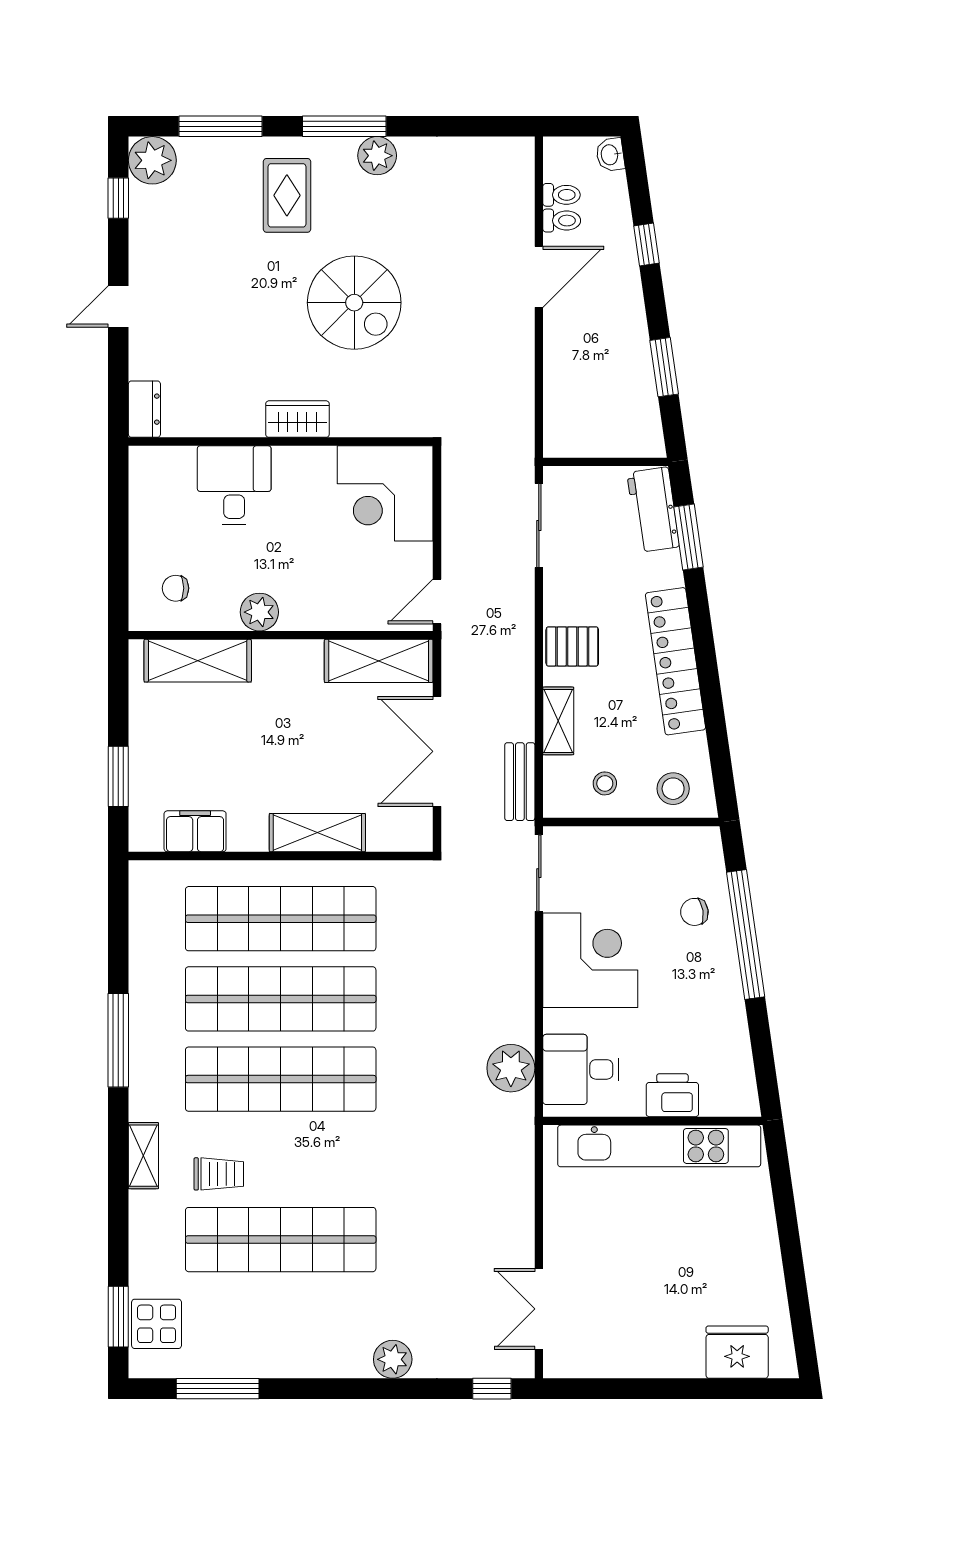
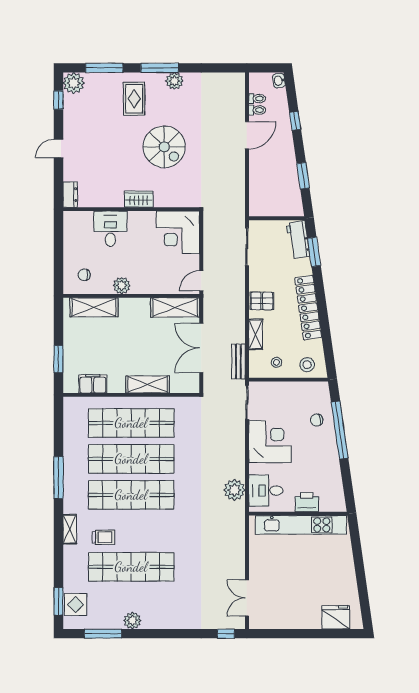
plant: (393, 1359) -> (132, 620), moved

